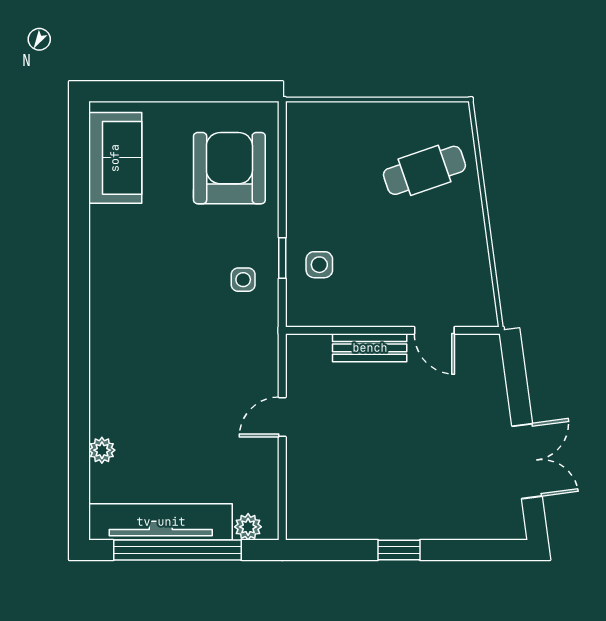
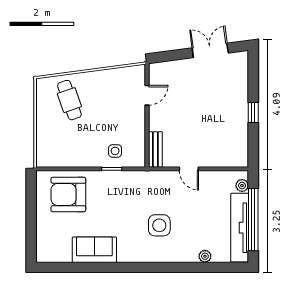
sofa: (115, 158) -> (94, 250), moved
side table: (243, 280) -> (159, 225), moved, width x1.87, depth x1.87
bench: (370, 348) -> (155, 149), moved

